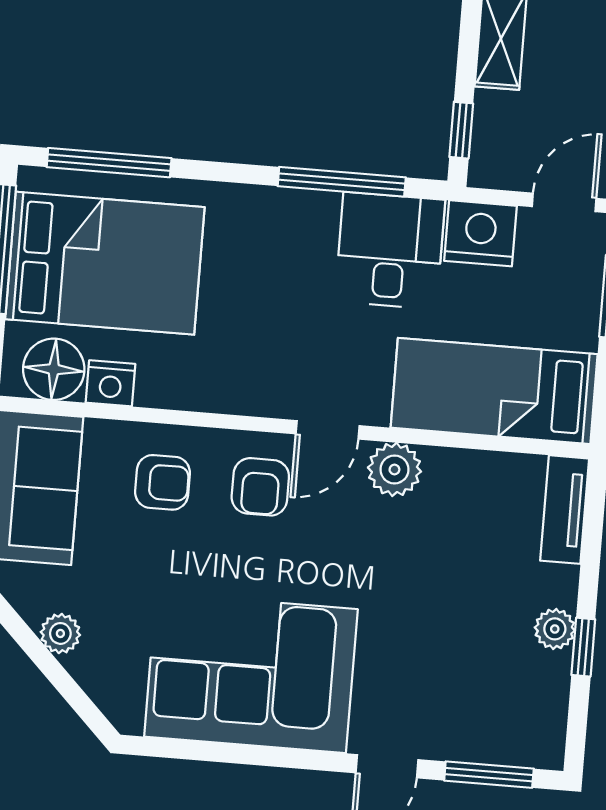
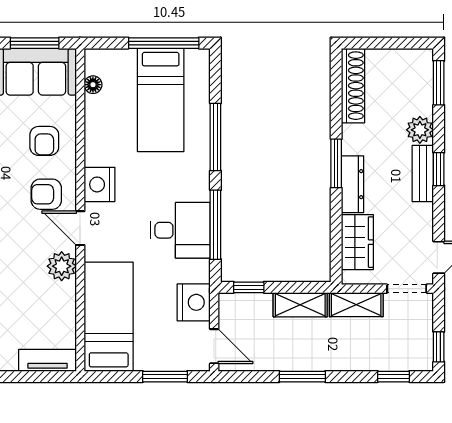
window: (109, 163) -> (215, 137), moved
desk: (390, 251) -> (180, 230), moved
bed: (105, 263) -> (161, 100), width x0.67
floor lamp: (54, 369) -> (93, 85), width x0.53, depth x0.53
nightstand: (110, 383) -> (100, 184), moved, width x1.36, depth x1.33

